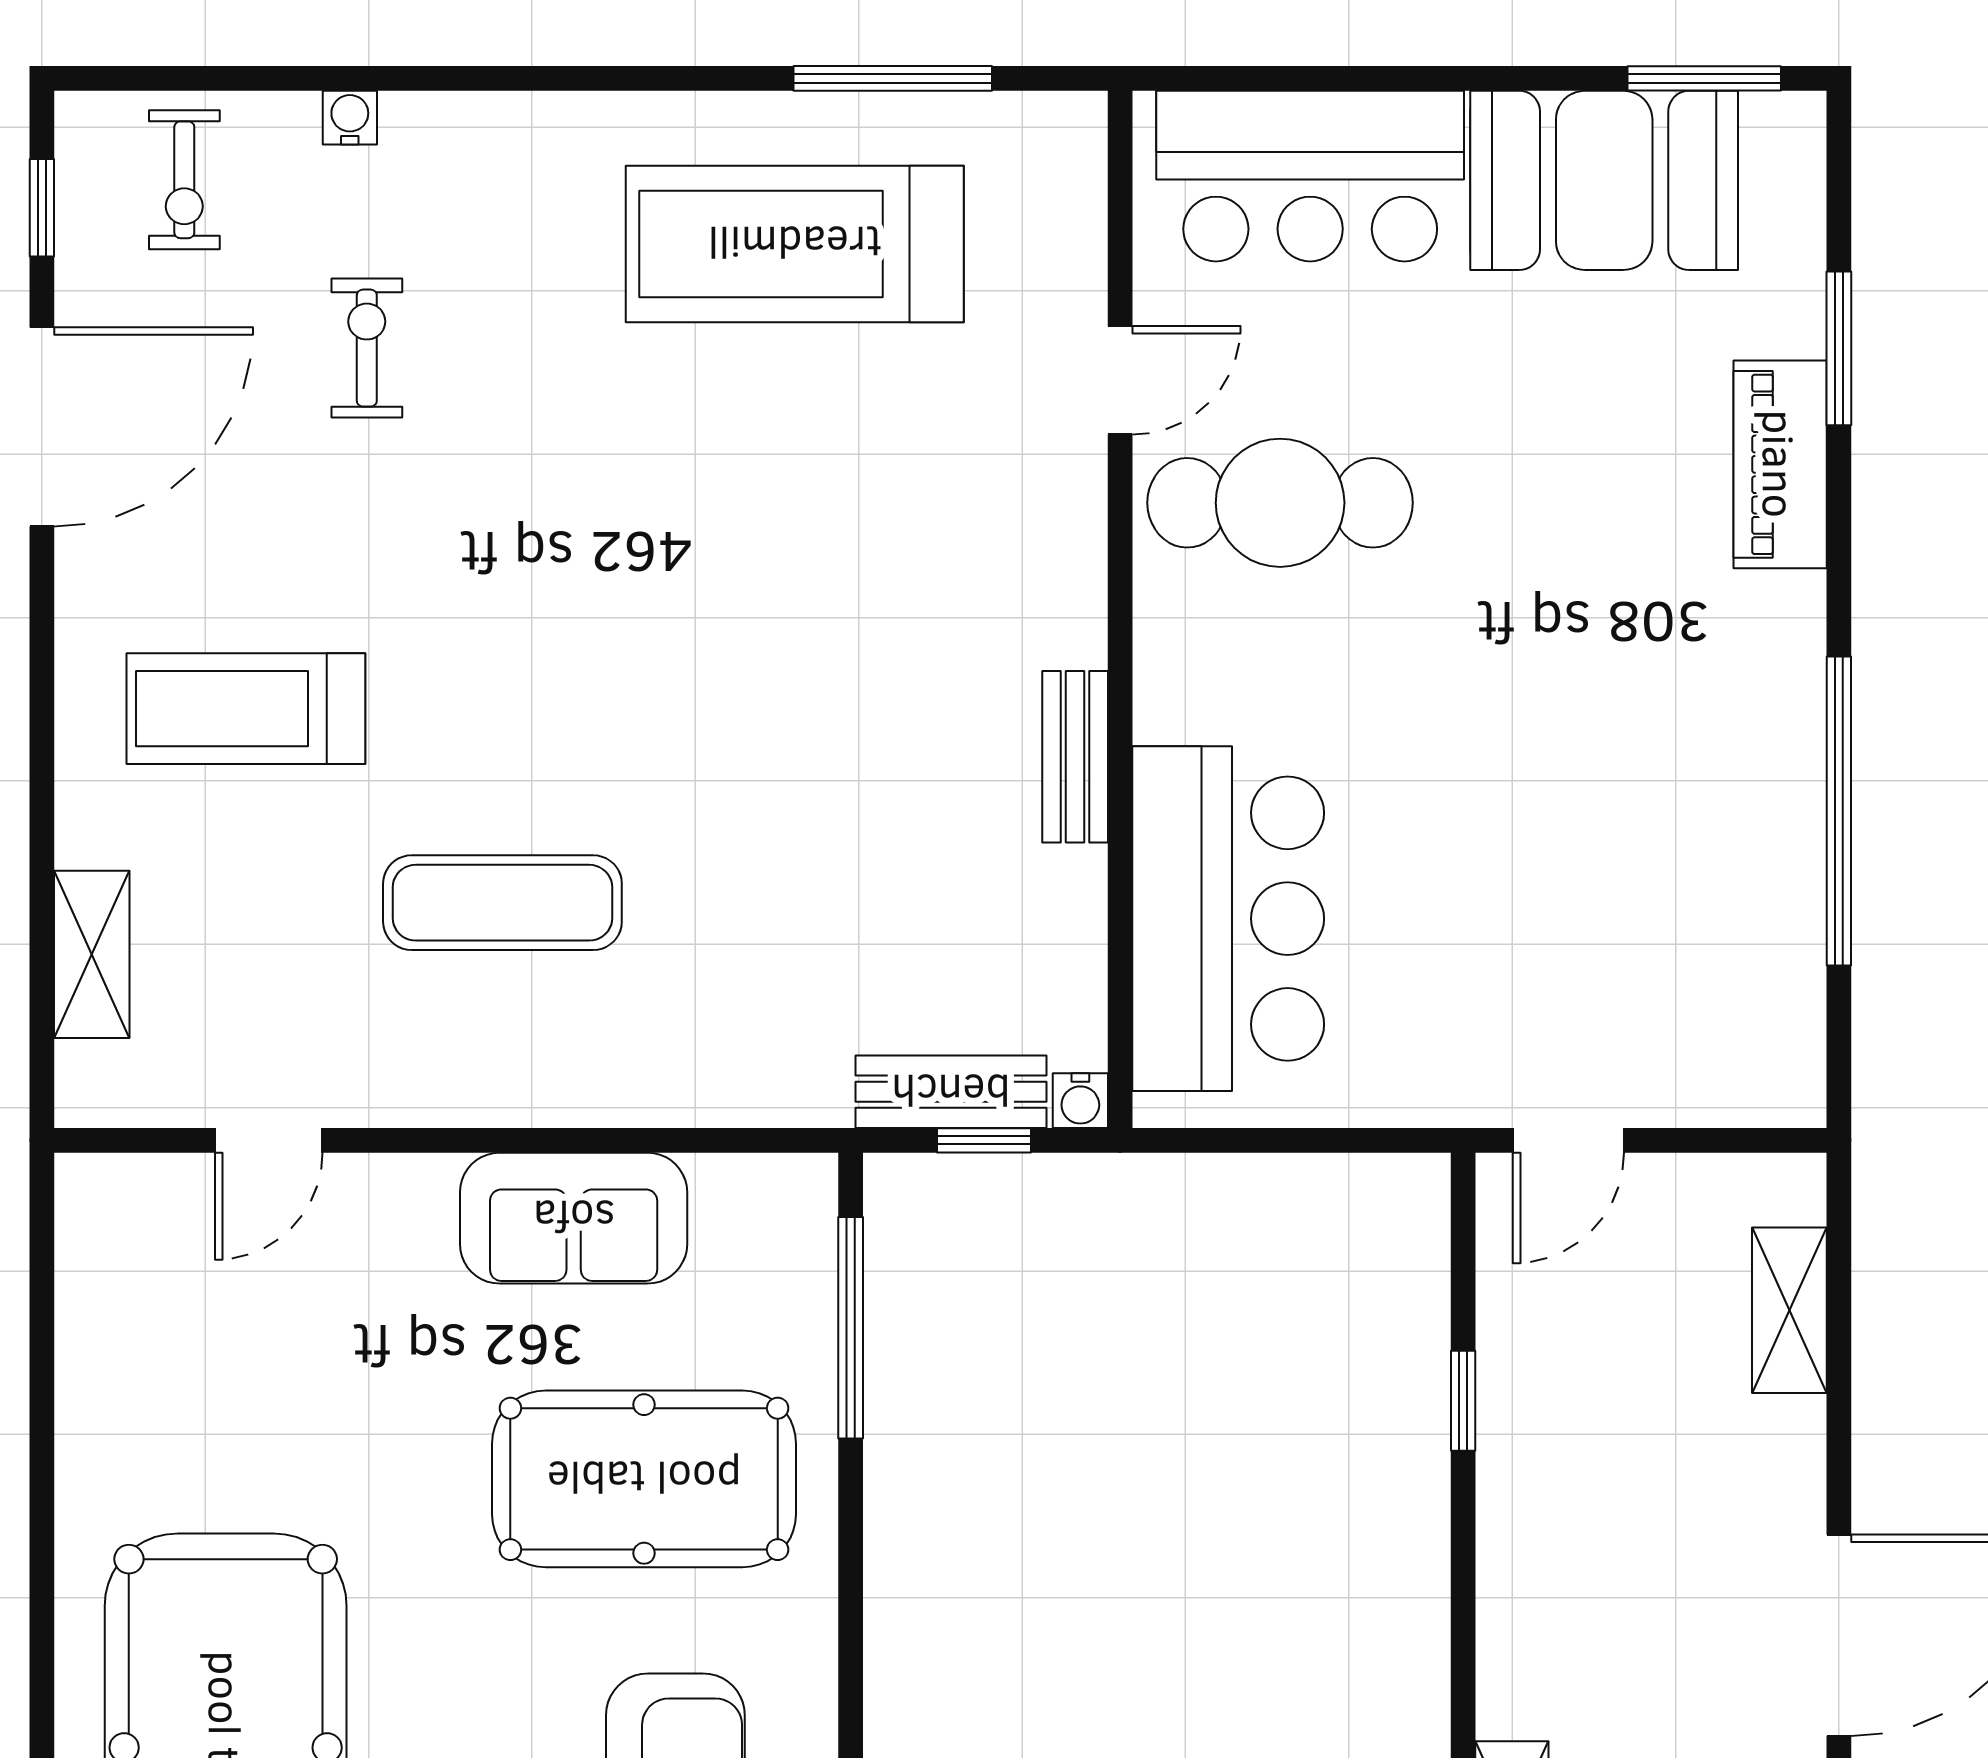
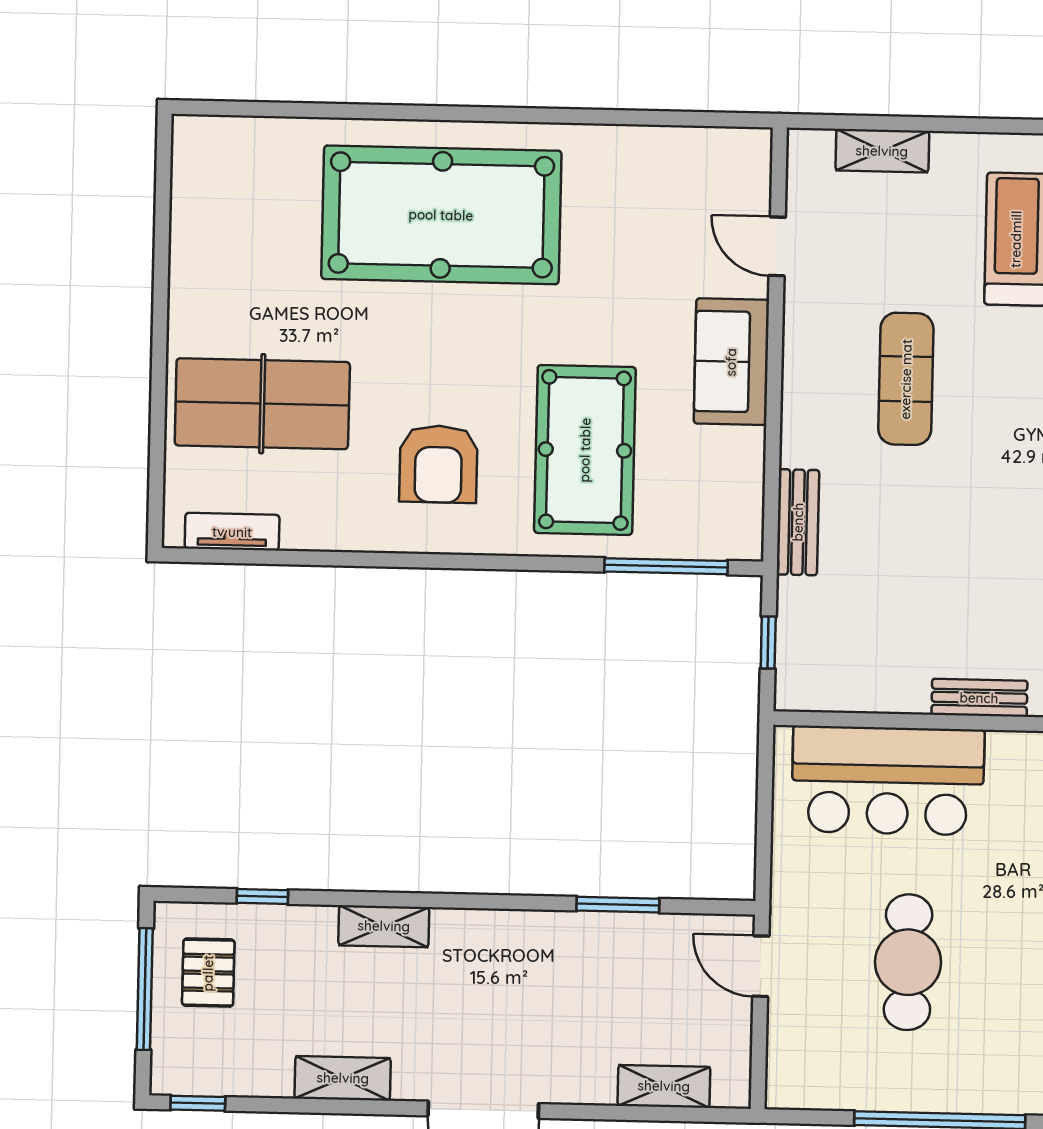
cafe table: (1555, 875) -> (908, 962), added
bench: (951, 1092) -> (798, 522), moved
water cooler: (1080, 1101) -> (789, 696), removed
sofa: (574, 1218) -> (731, 362), moved
window: (1463, 1401) -> (618, 905), width x1.50

